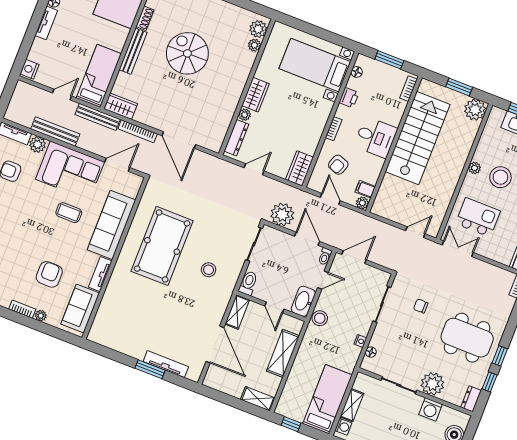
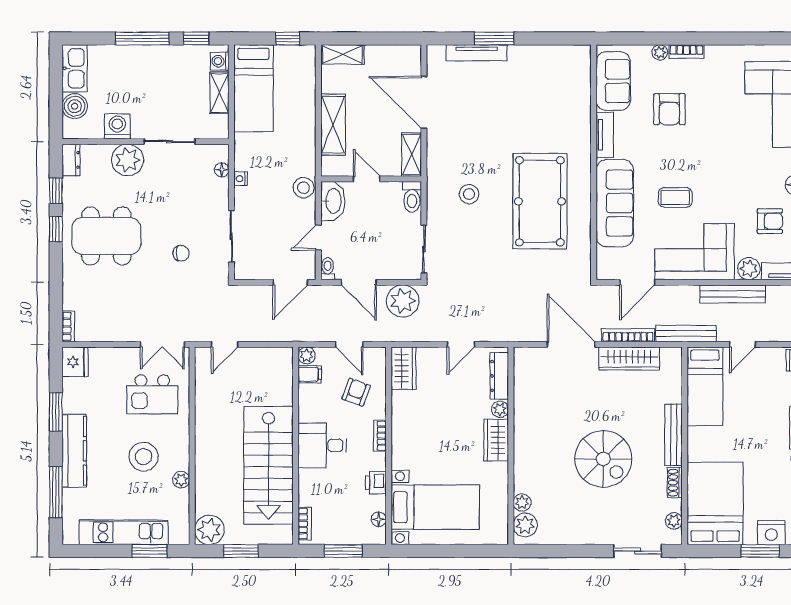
wardrobe: (121, 106) -> (629, 359), moved, width x1.50
plant: (474, 168) -> (181, 480), moved

